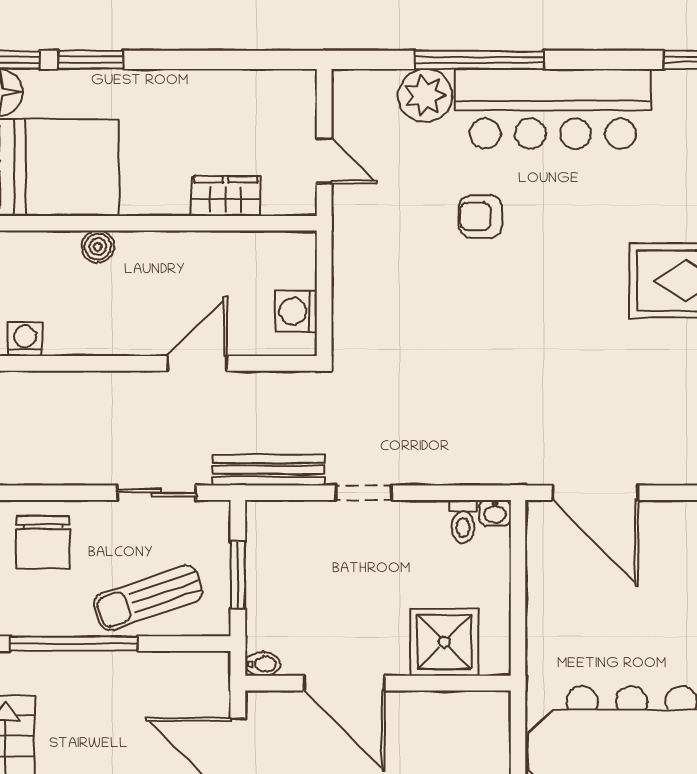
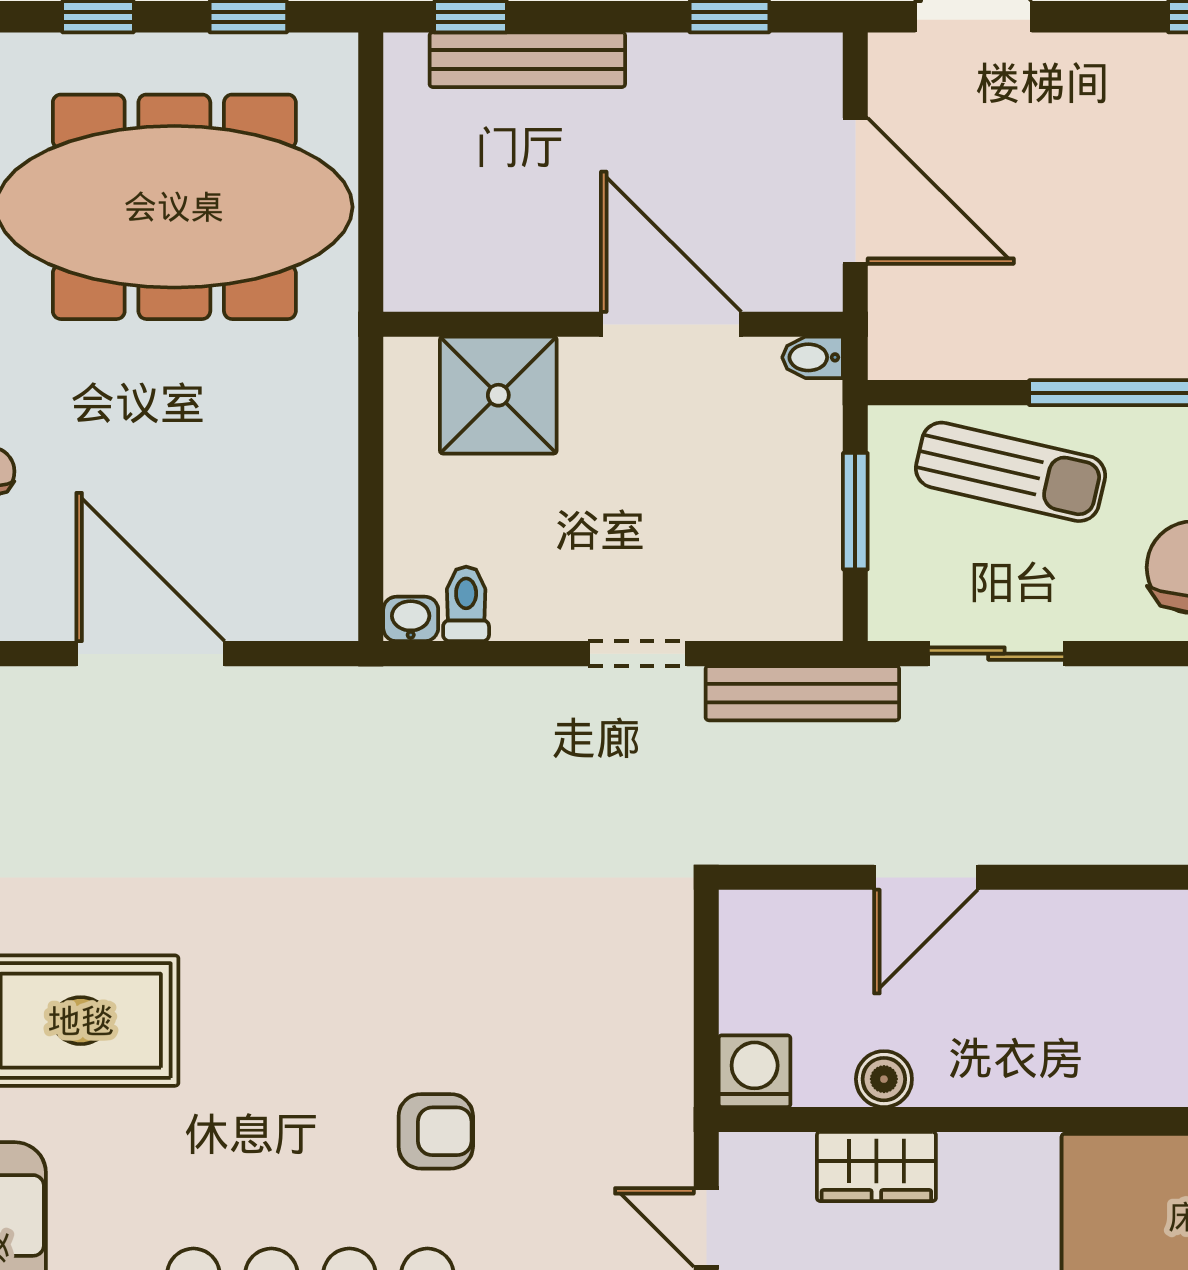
boiler: (98, 247) -> (884, 1079), moved
washing machine: (296, 311) -> (755, 1071), moved, turned -90
door: (595, 493) -> (150, 654), moved
sun lounger: (148, 598) -> (1011, 472), turned 32

